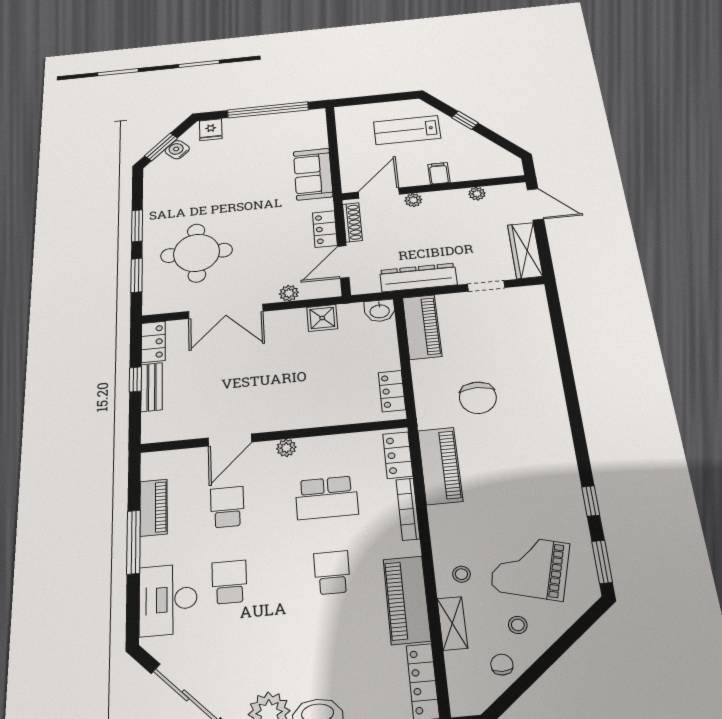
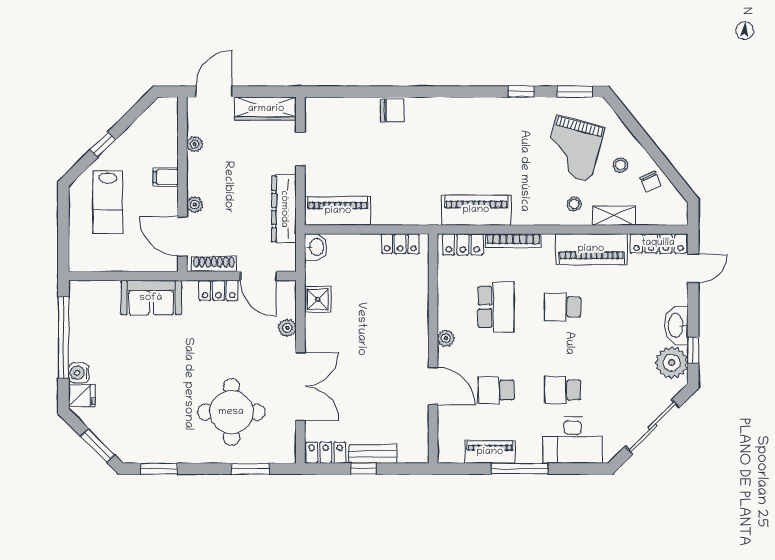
water cooler: (177, 150) -> (79, 373), moved, turned 45
window: (137, 226) -> (159, 469), moved
chair: (478, 398) -> (392, 111), moved, width x0.73, depth x0.73
chair: (502, 665) -> (651, 182), turned -115

